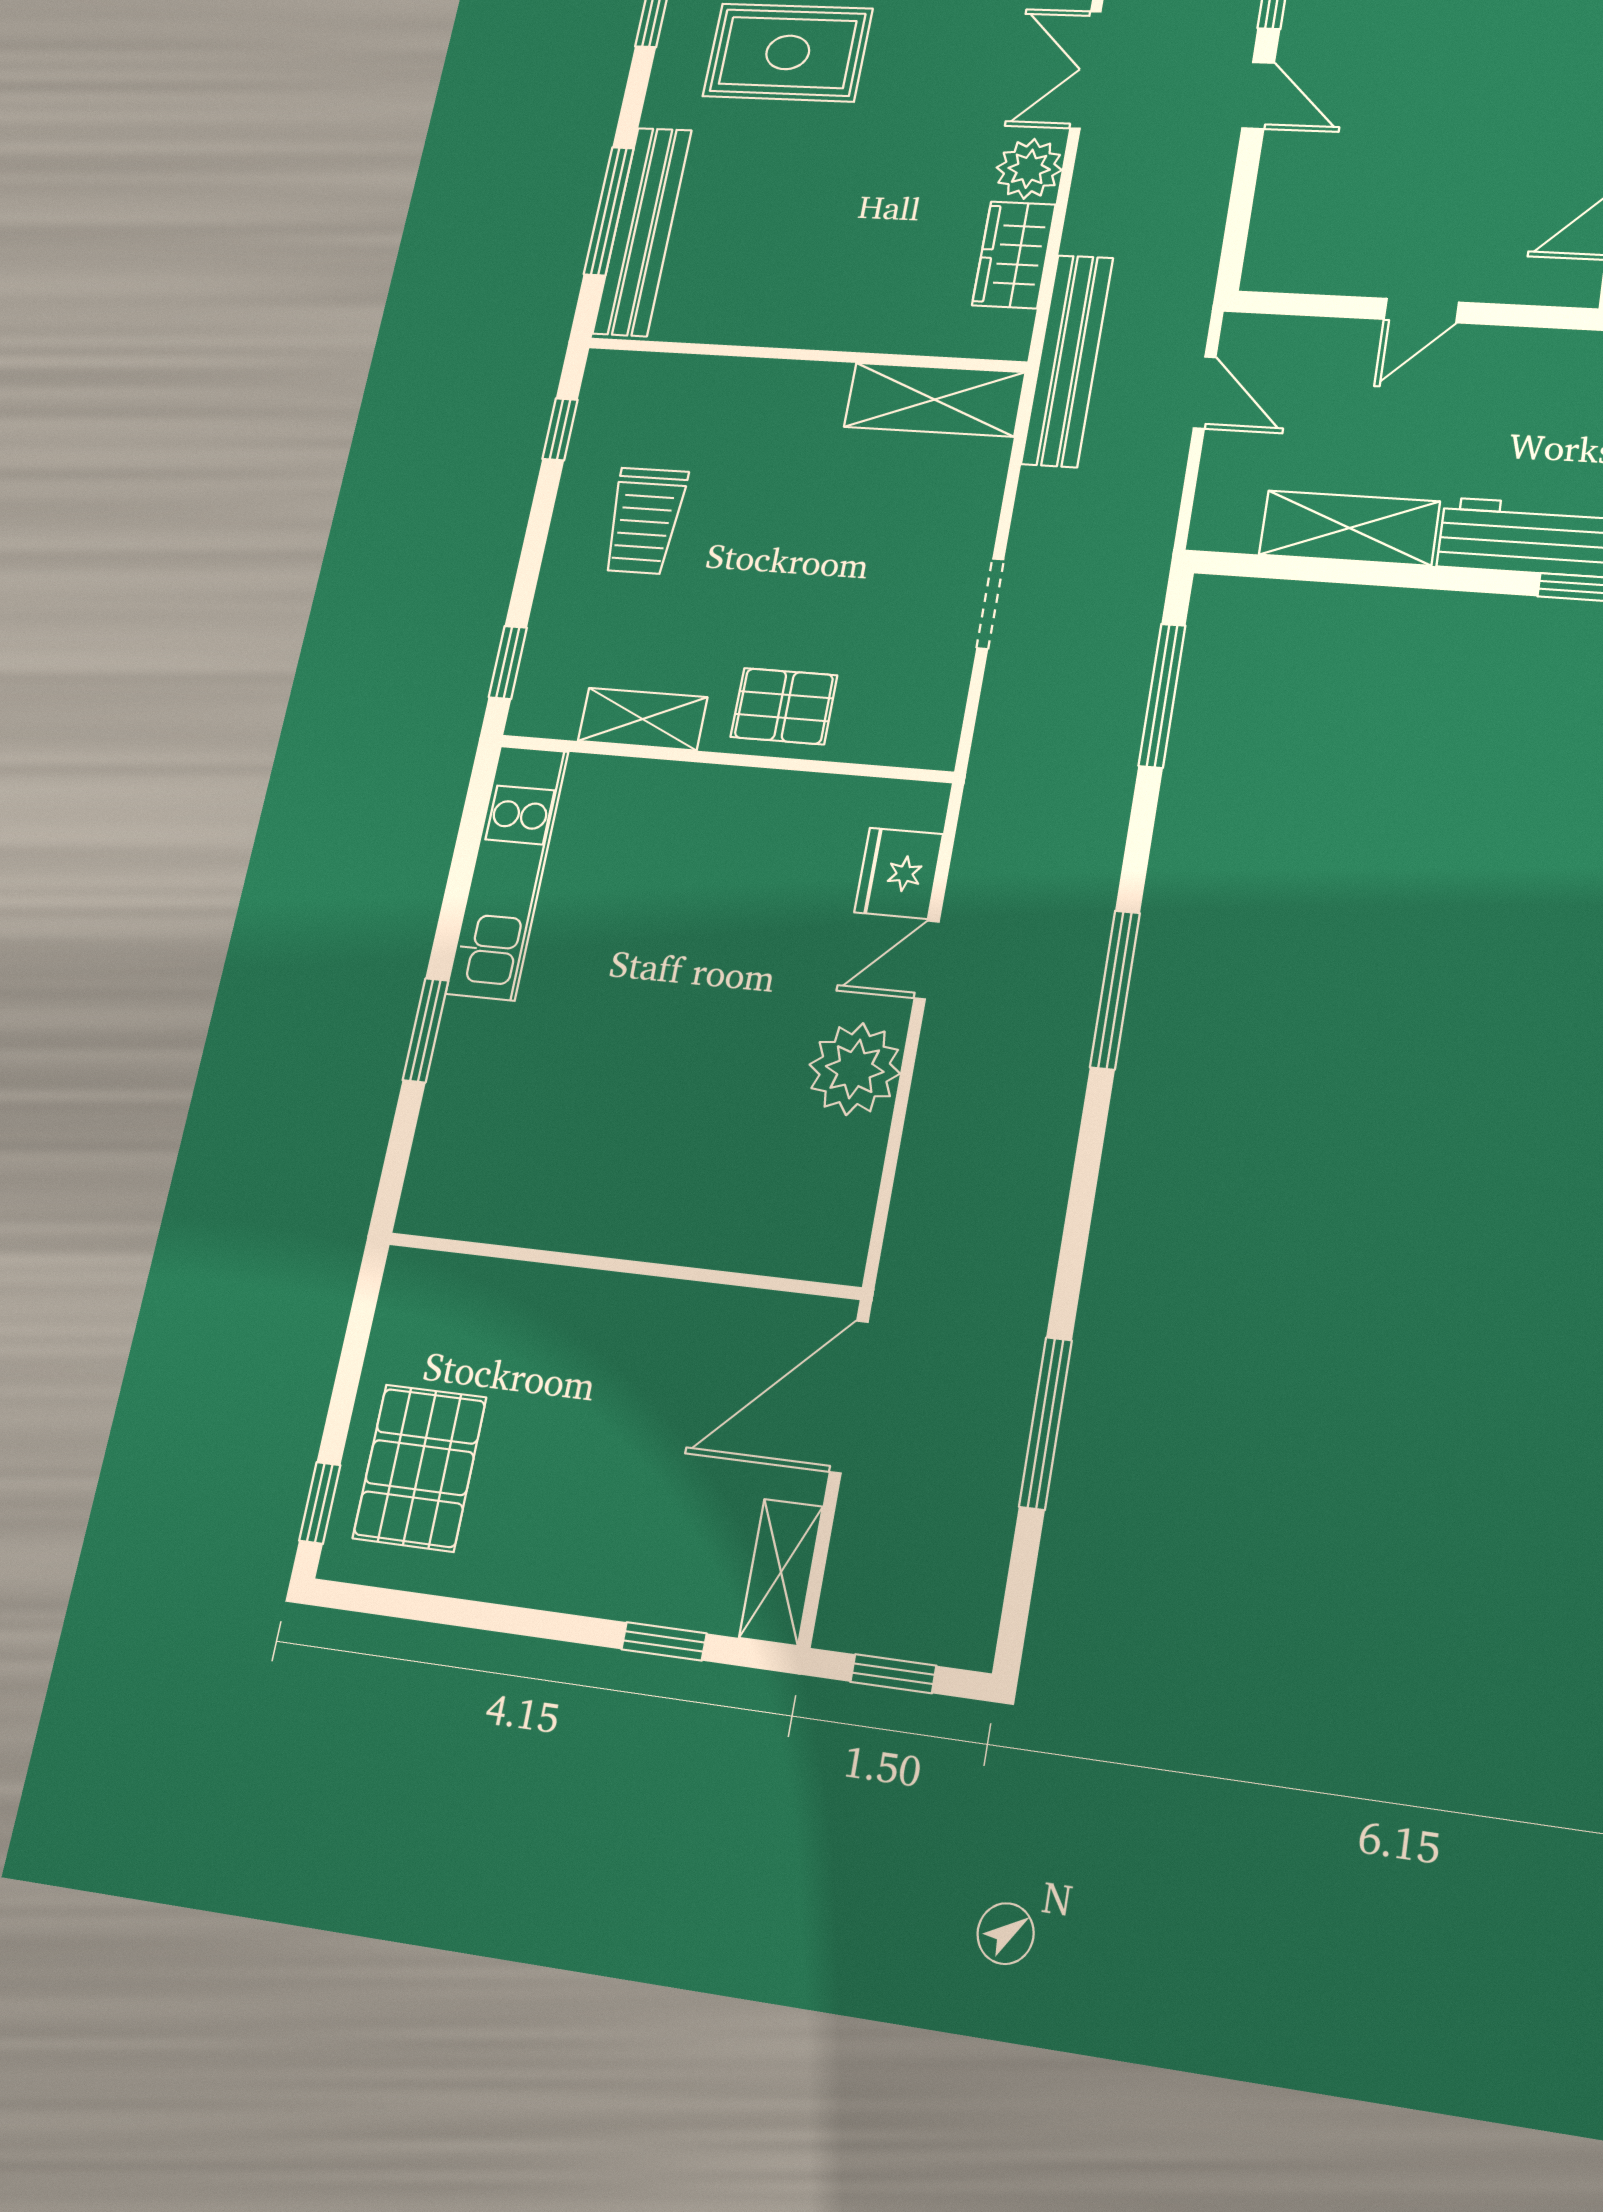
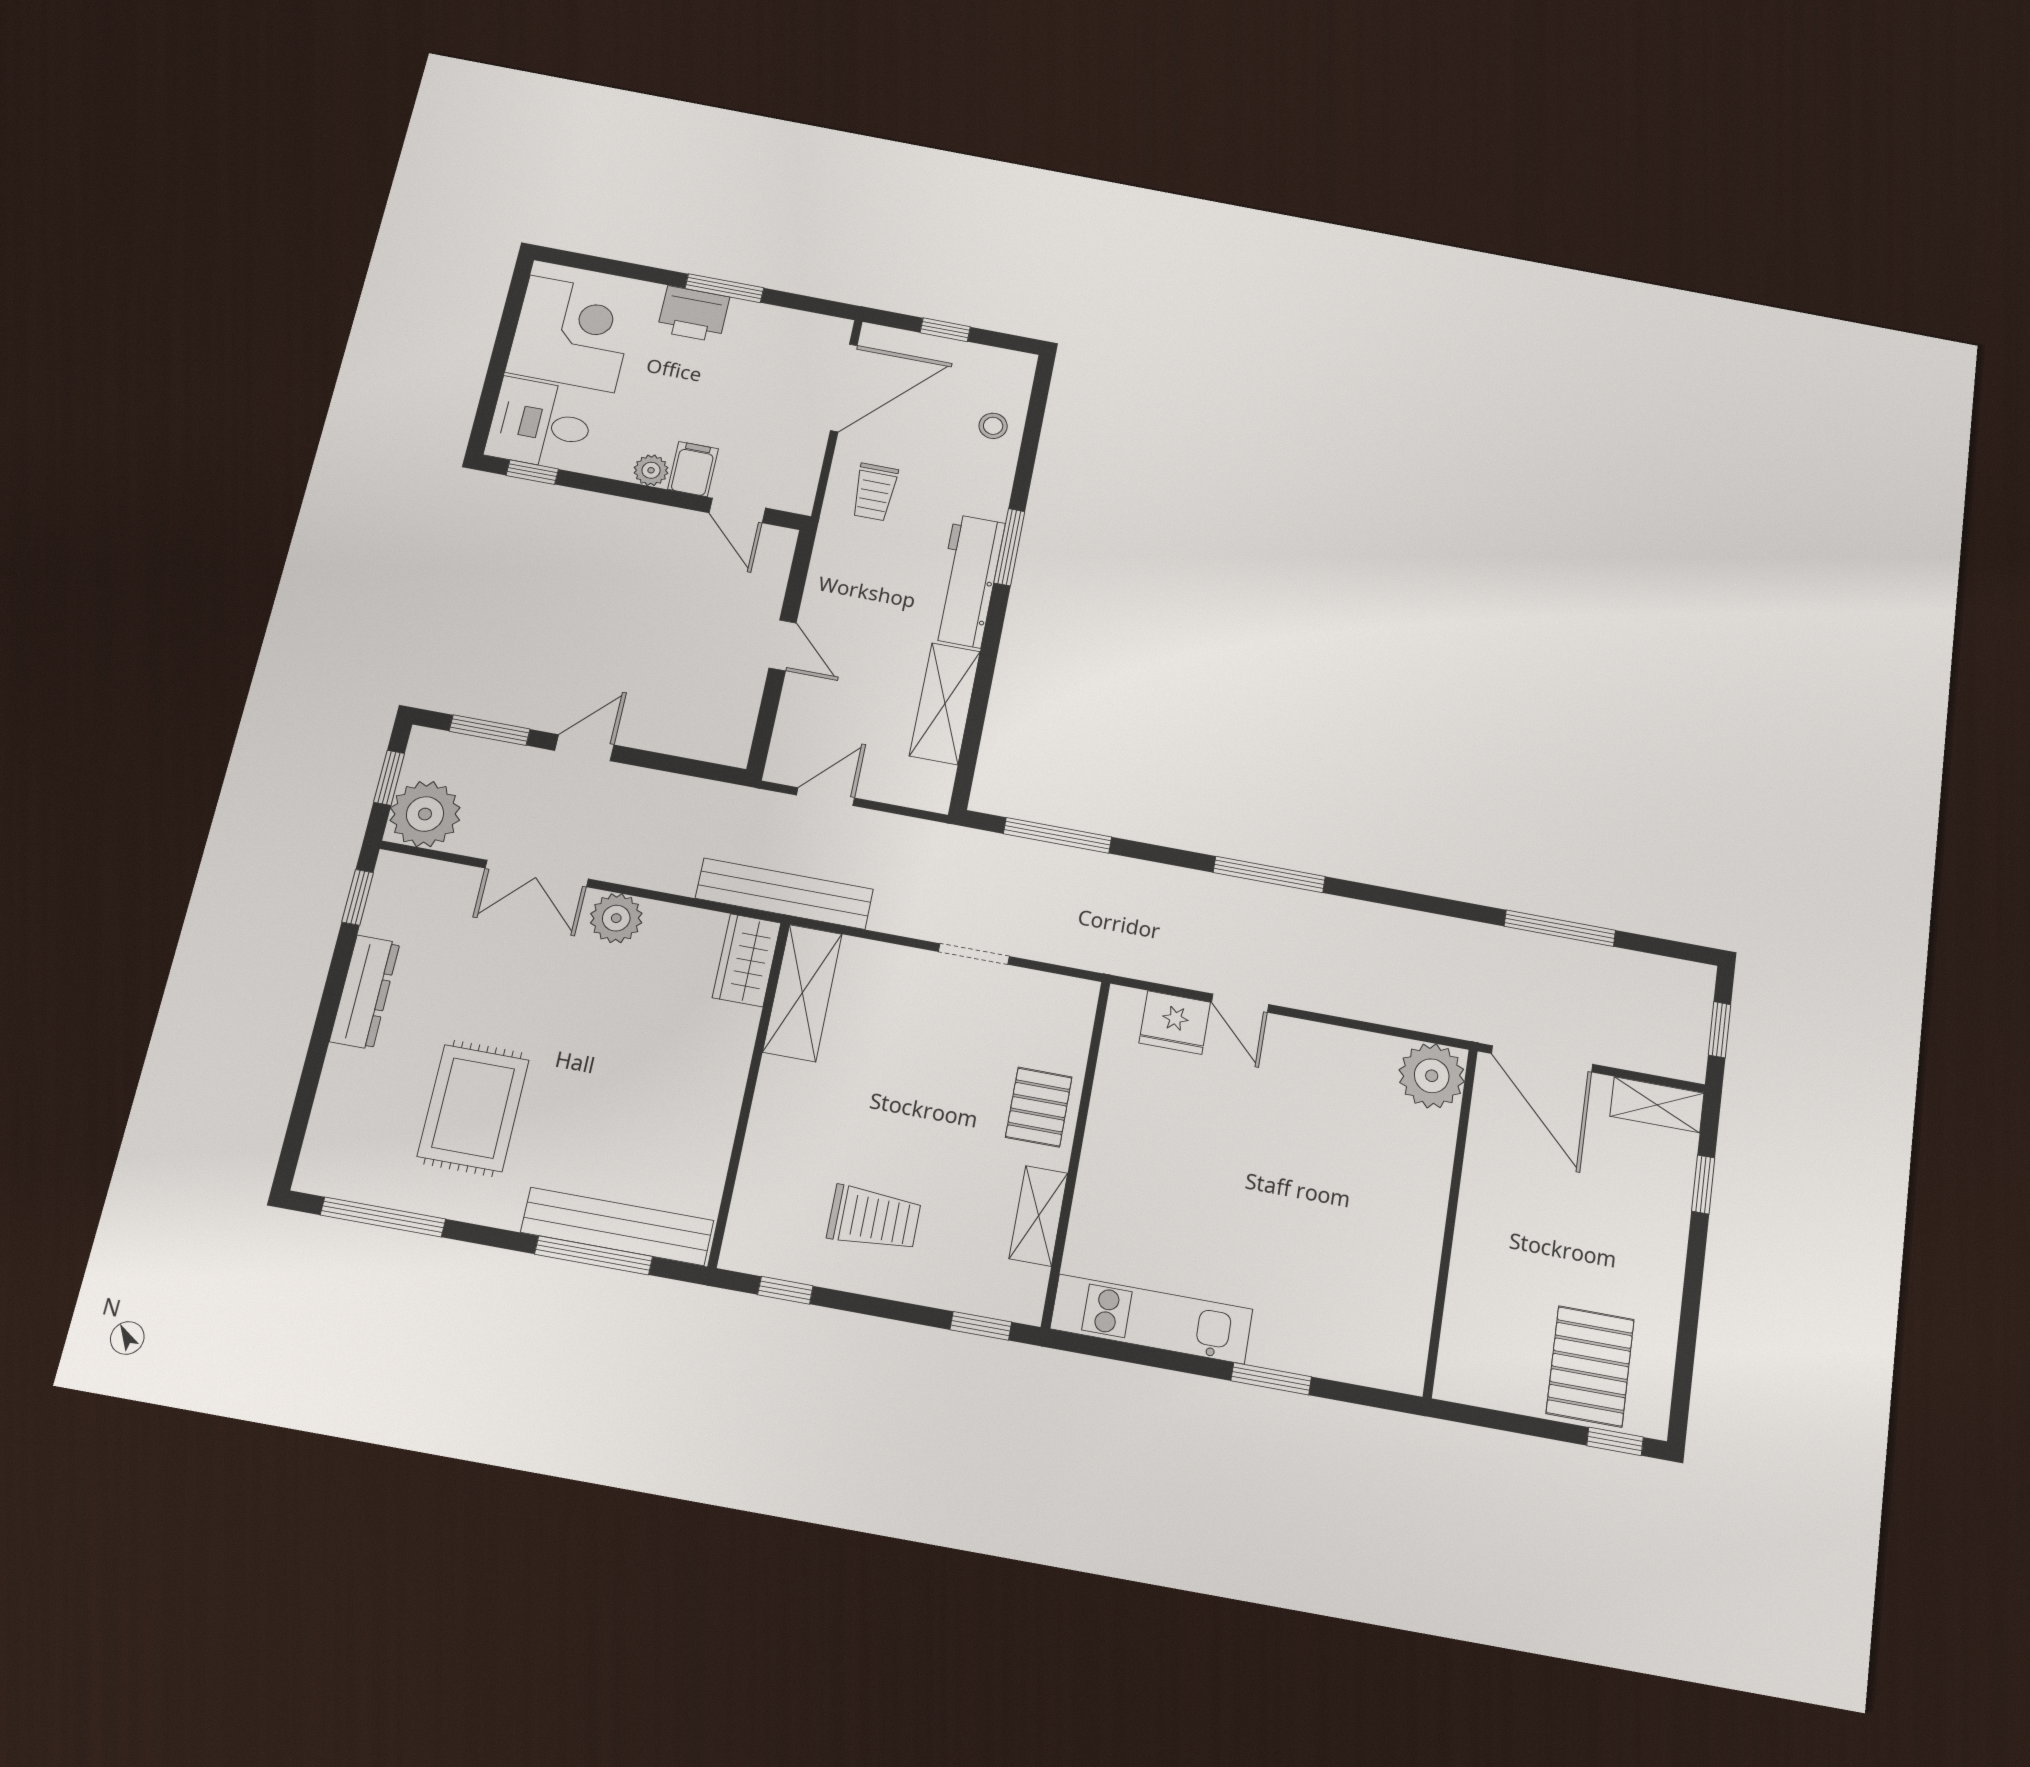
wardrobe: (1014, 255) -> (747, 960), moved, turned 90
plant: (855, 1069) -> (1432, 1076), moved
pallet: (420, 1468) -> (1590, 1366), turned 90

